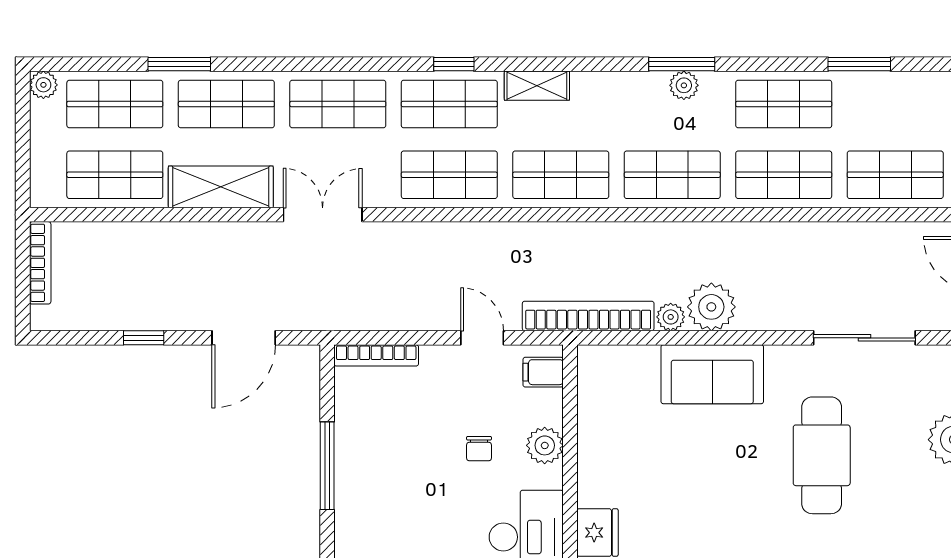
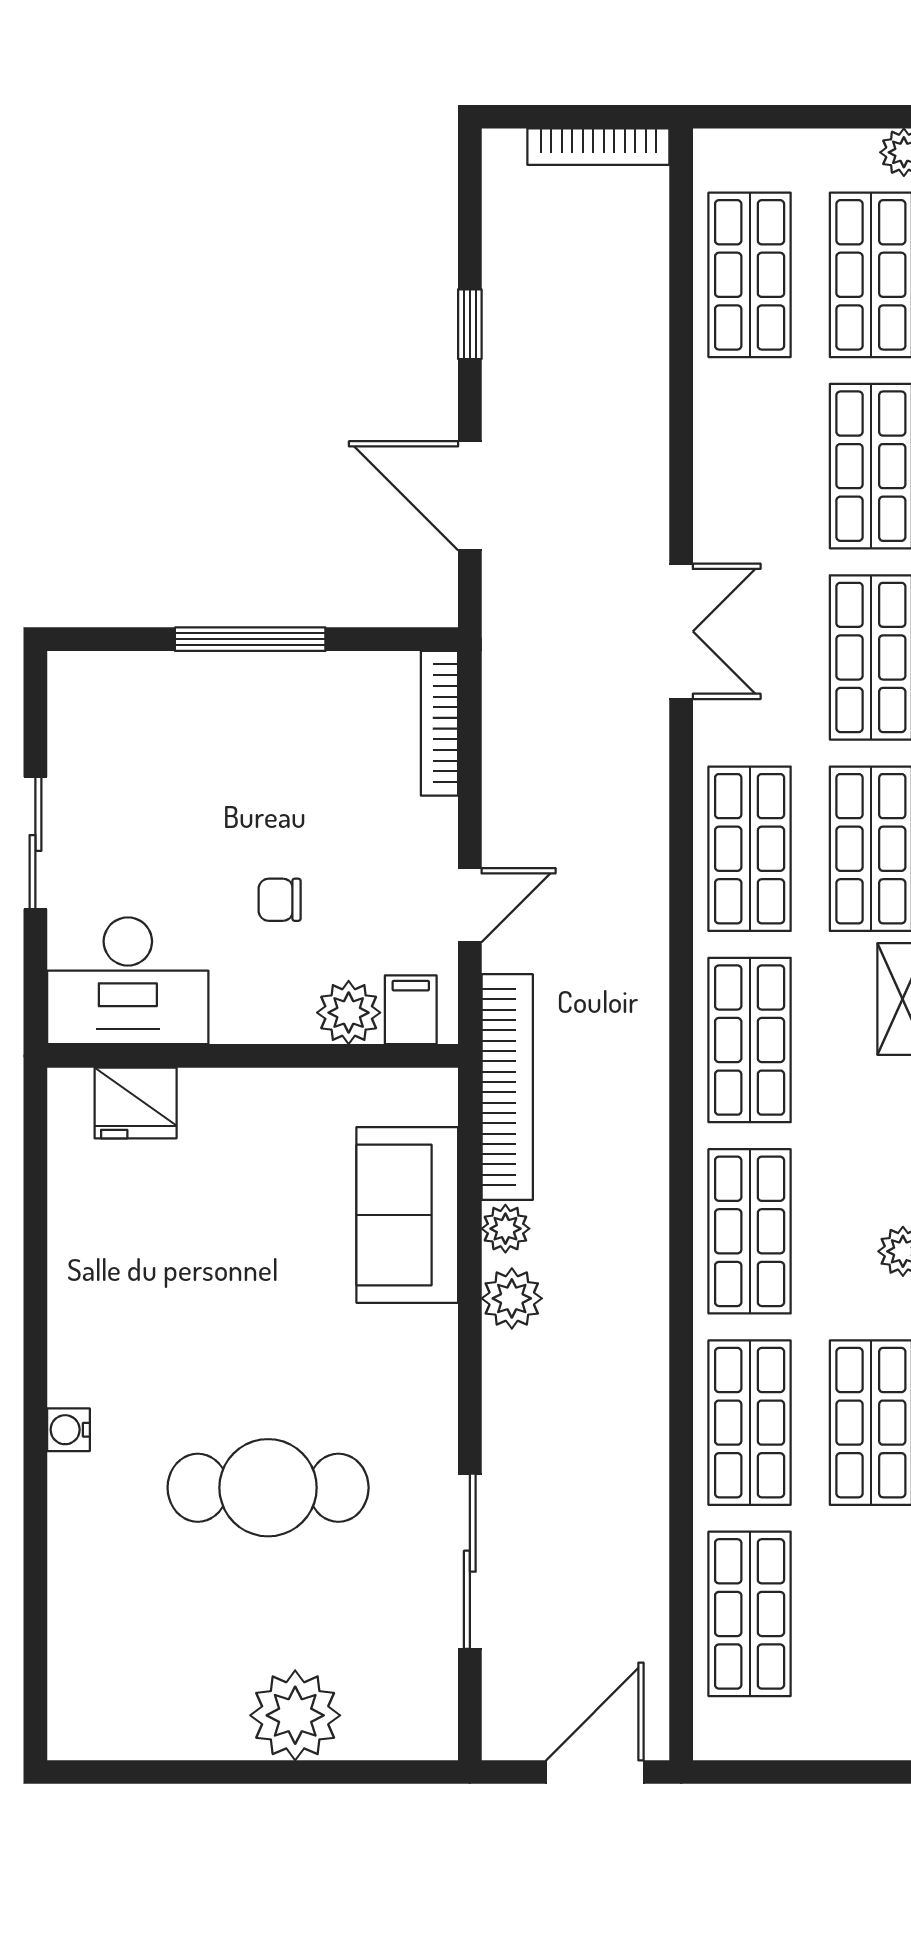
shelving: (221, 187) -> (729, 457), removed
plant: (711, 307) -> (512, 1298), width x0.73, depth x0.73
sofa: (712, 374) -> (407, 1215), moved
plant: (545, 445) -> (349, 1013), moved

